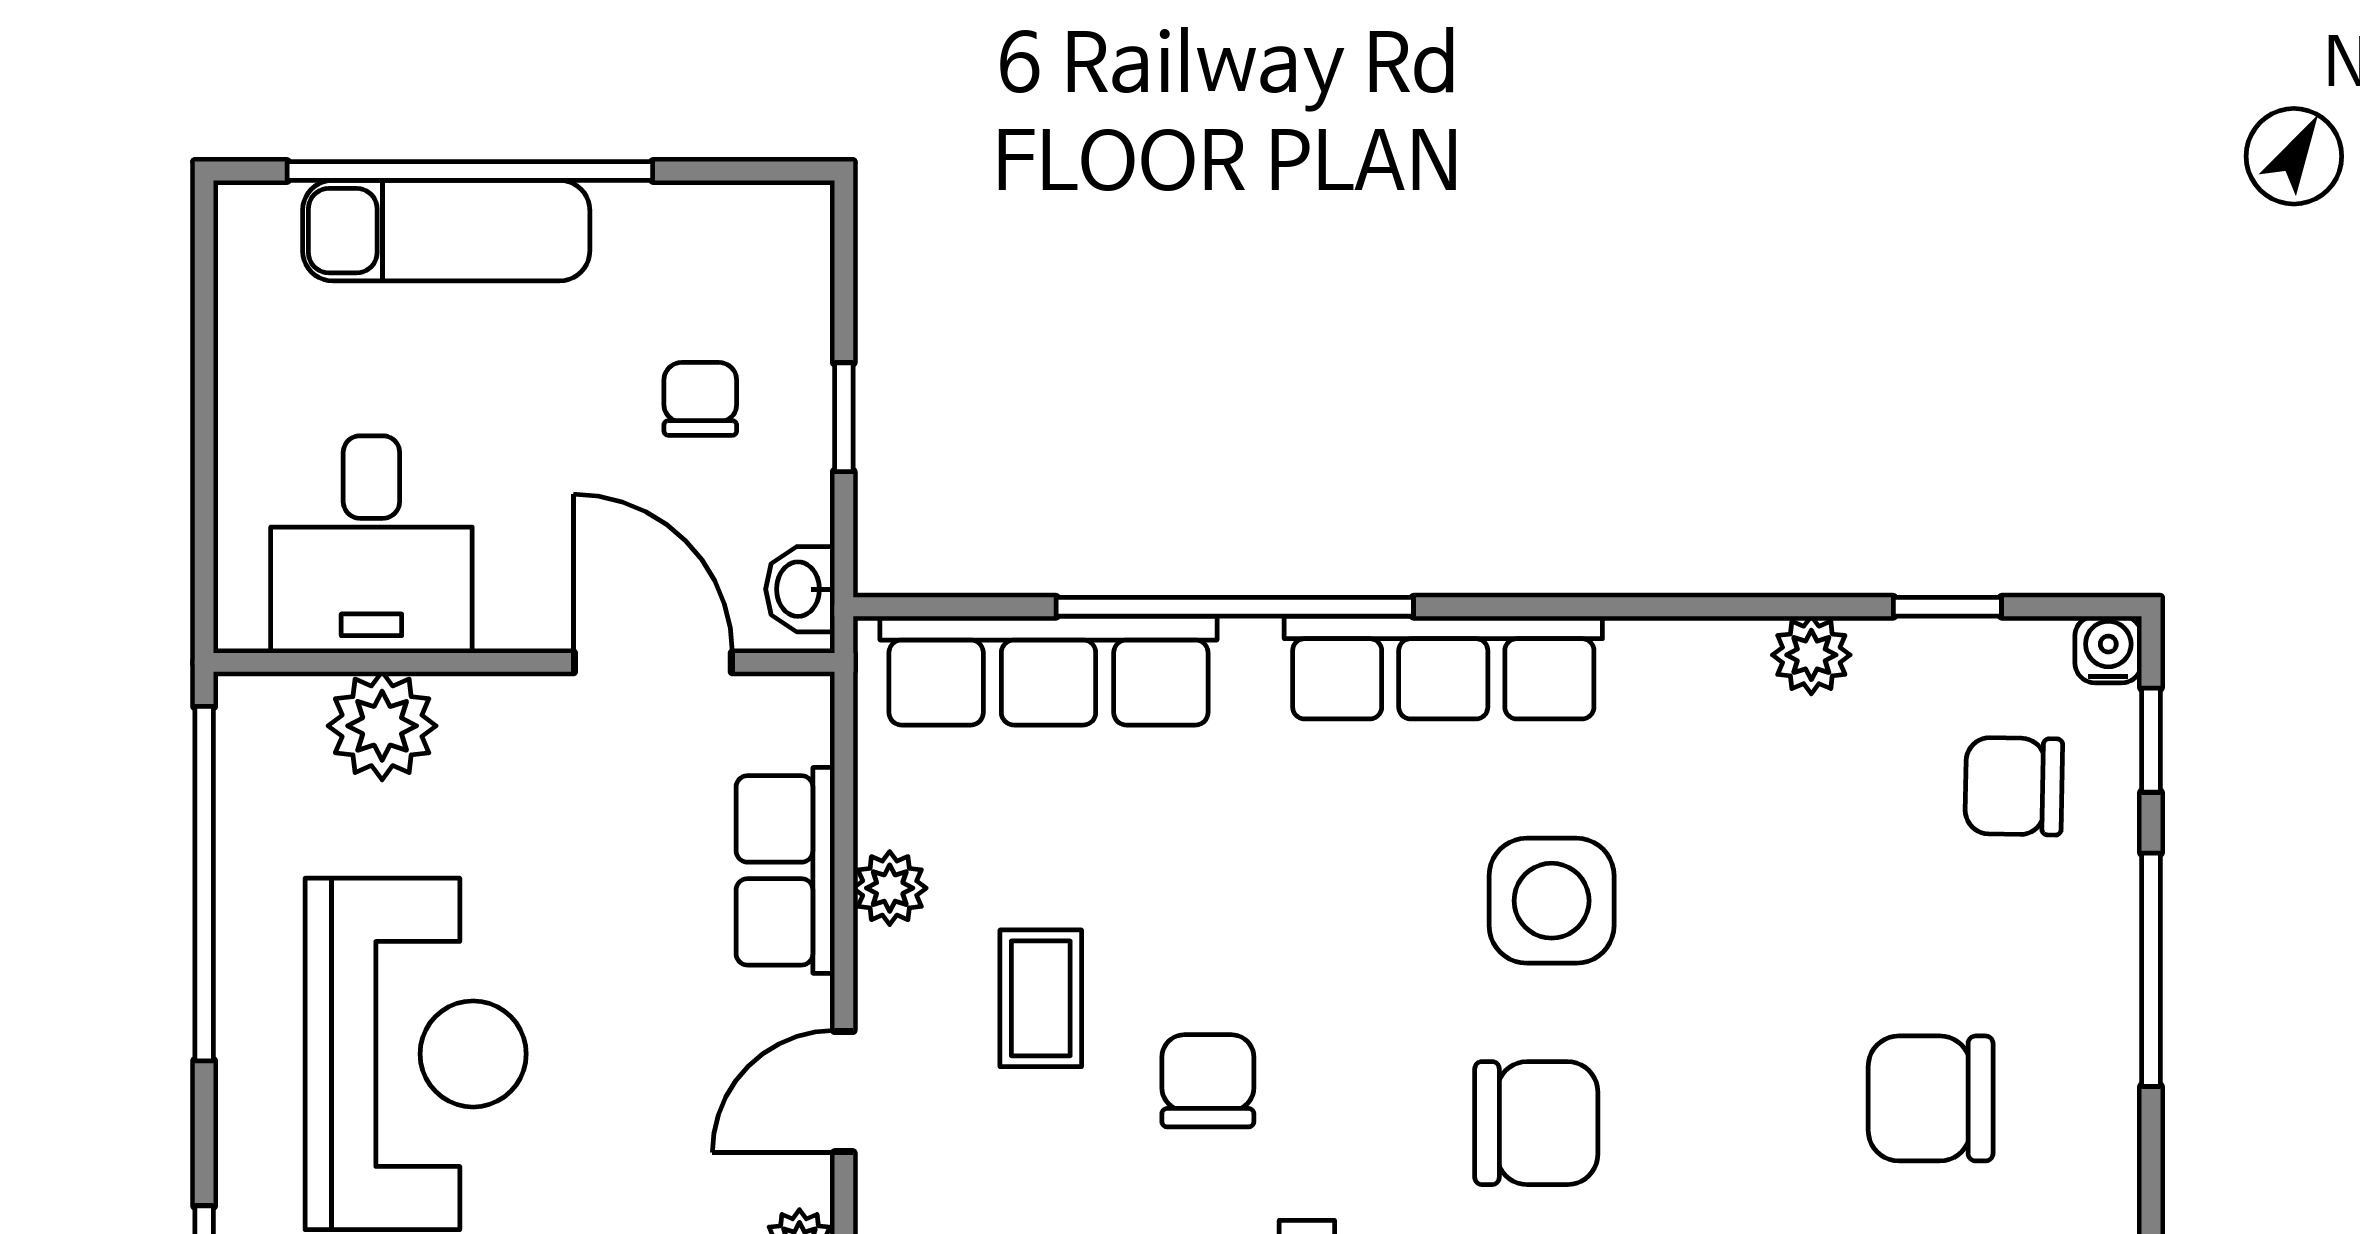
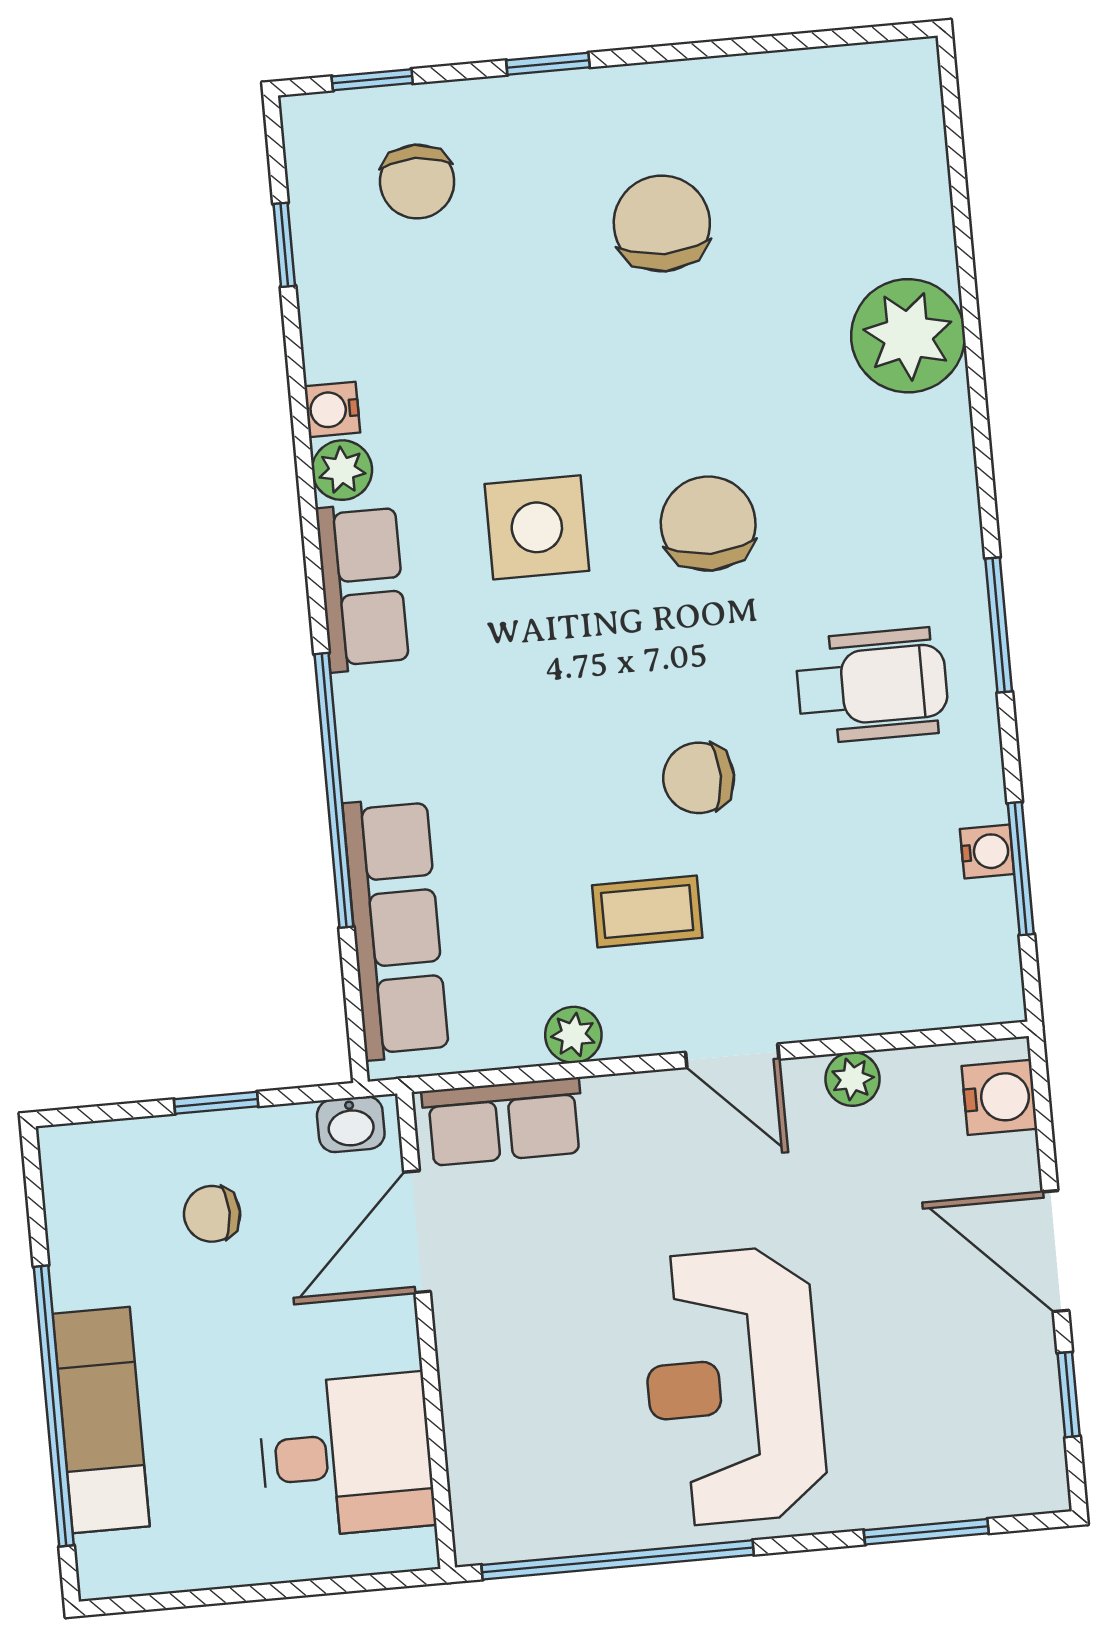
water cooler: (2108, 649) -> (332, 409), moved
plant: (1811, 655) -> (342, 470), moved
row of seats: (1443, 667) -> (362, 587), width x0.68
plant: (382, 726) -> (484, 1435), removed
row of seats: (785, 870) -> (503, 1122), moved
window: (2151, 970) -> (548, 64), width x0.46
reception desk: (416, 1054) -> (733, 1386), turned -90
chair: (1931, 1098) -> (662, 224), turned 180

